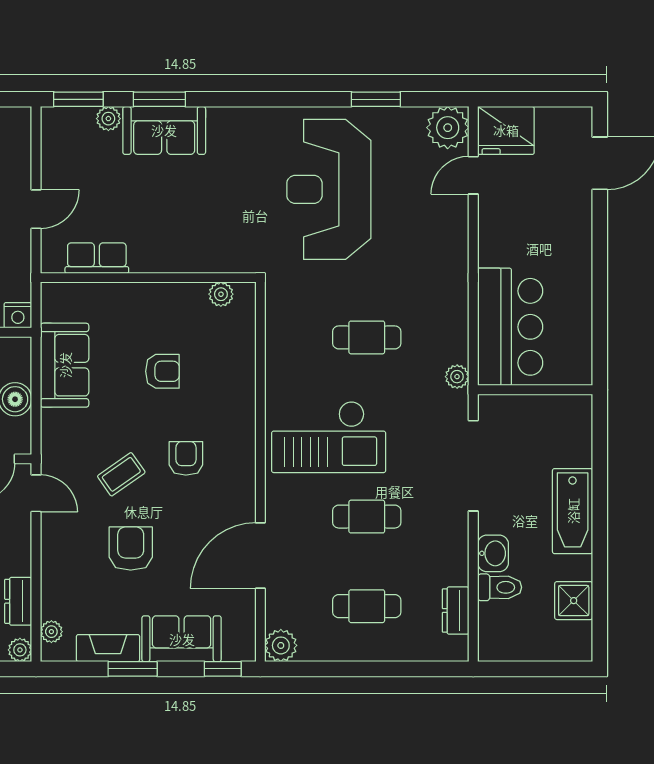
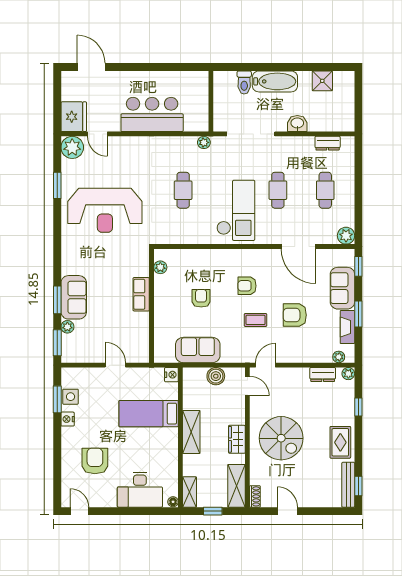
row of seats: (97, 258) -> (141, 294), moved
bar counter: (510, 327) -> (152, 114), moved
coffee table: (121, 474) -> (256, 320), turned -55
toilet: (500, 587) -> (244, 82), moved, turned 180

